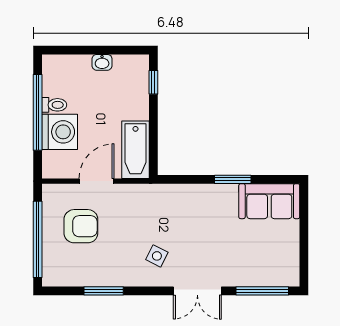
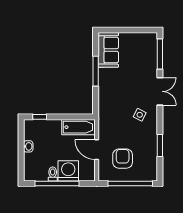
window: (233, 179) -> (96, 71), width x1.44

